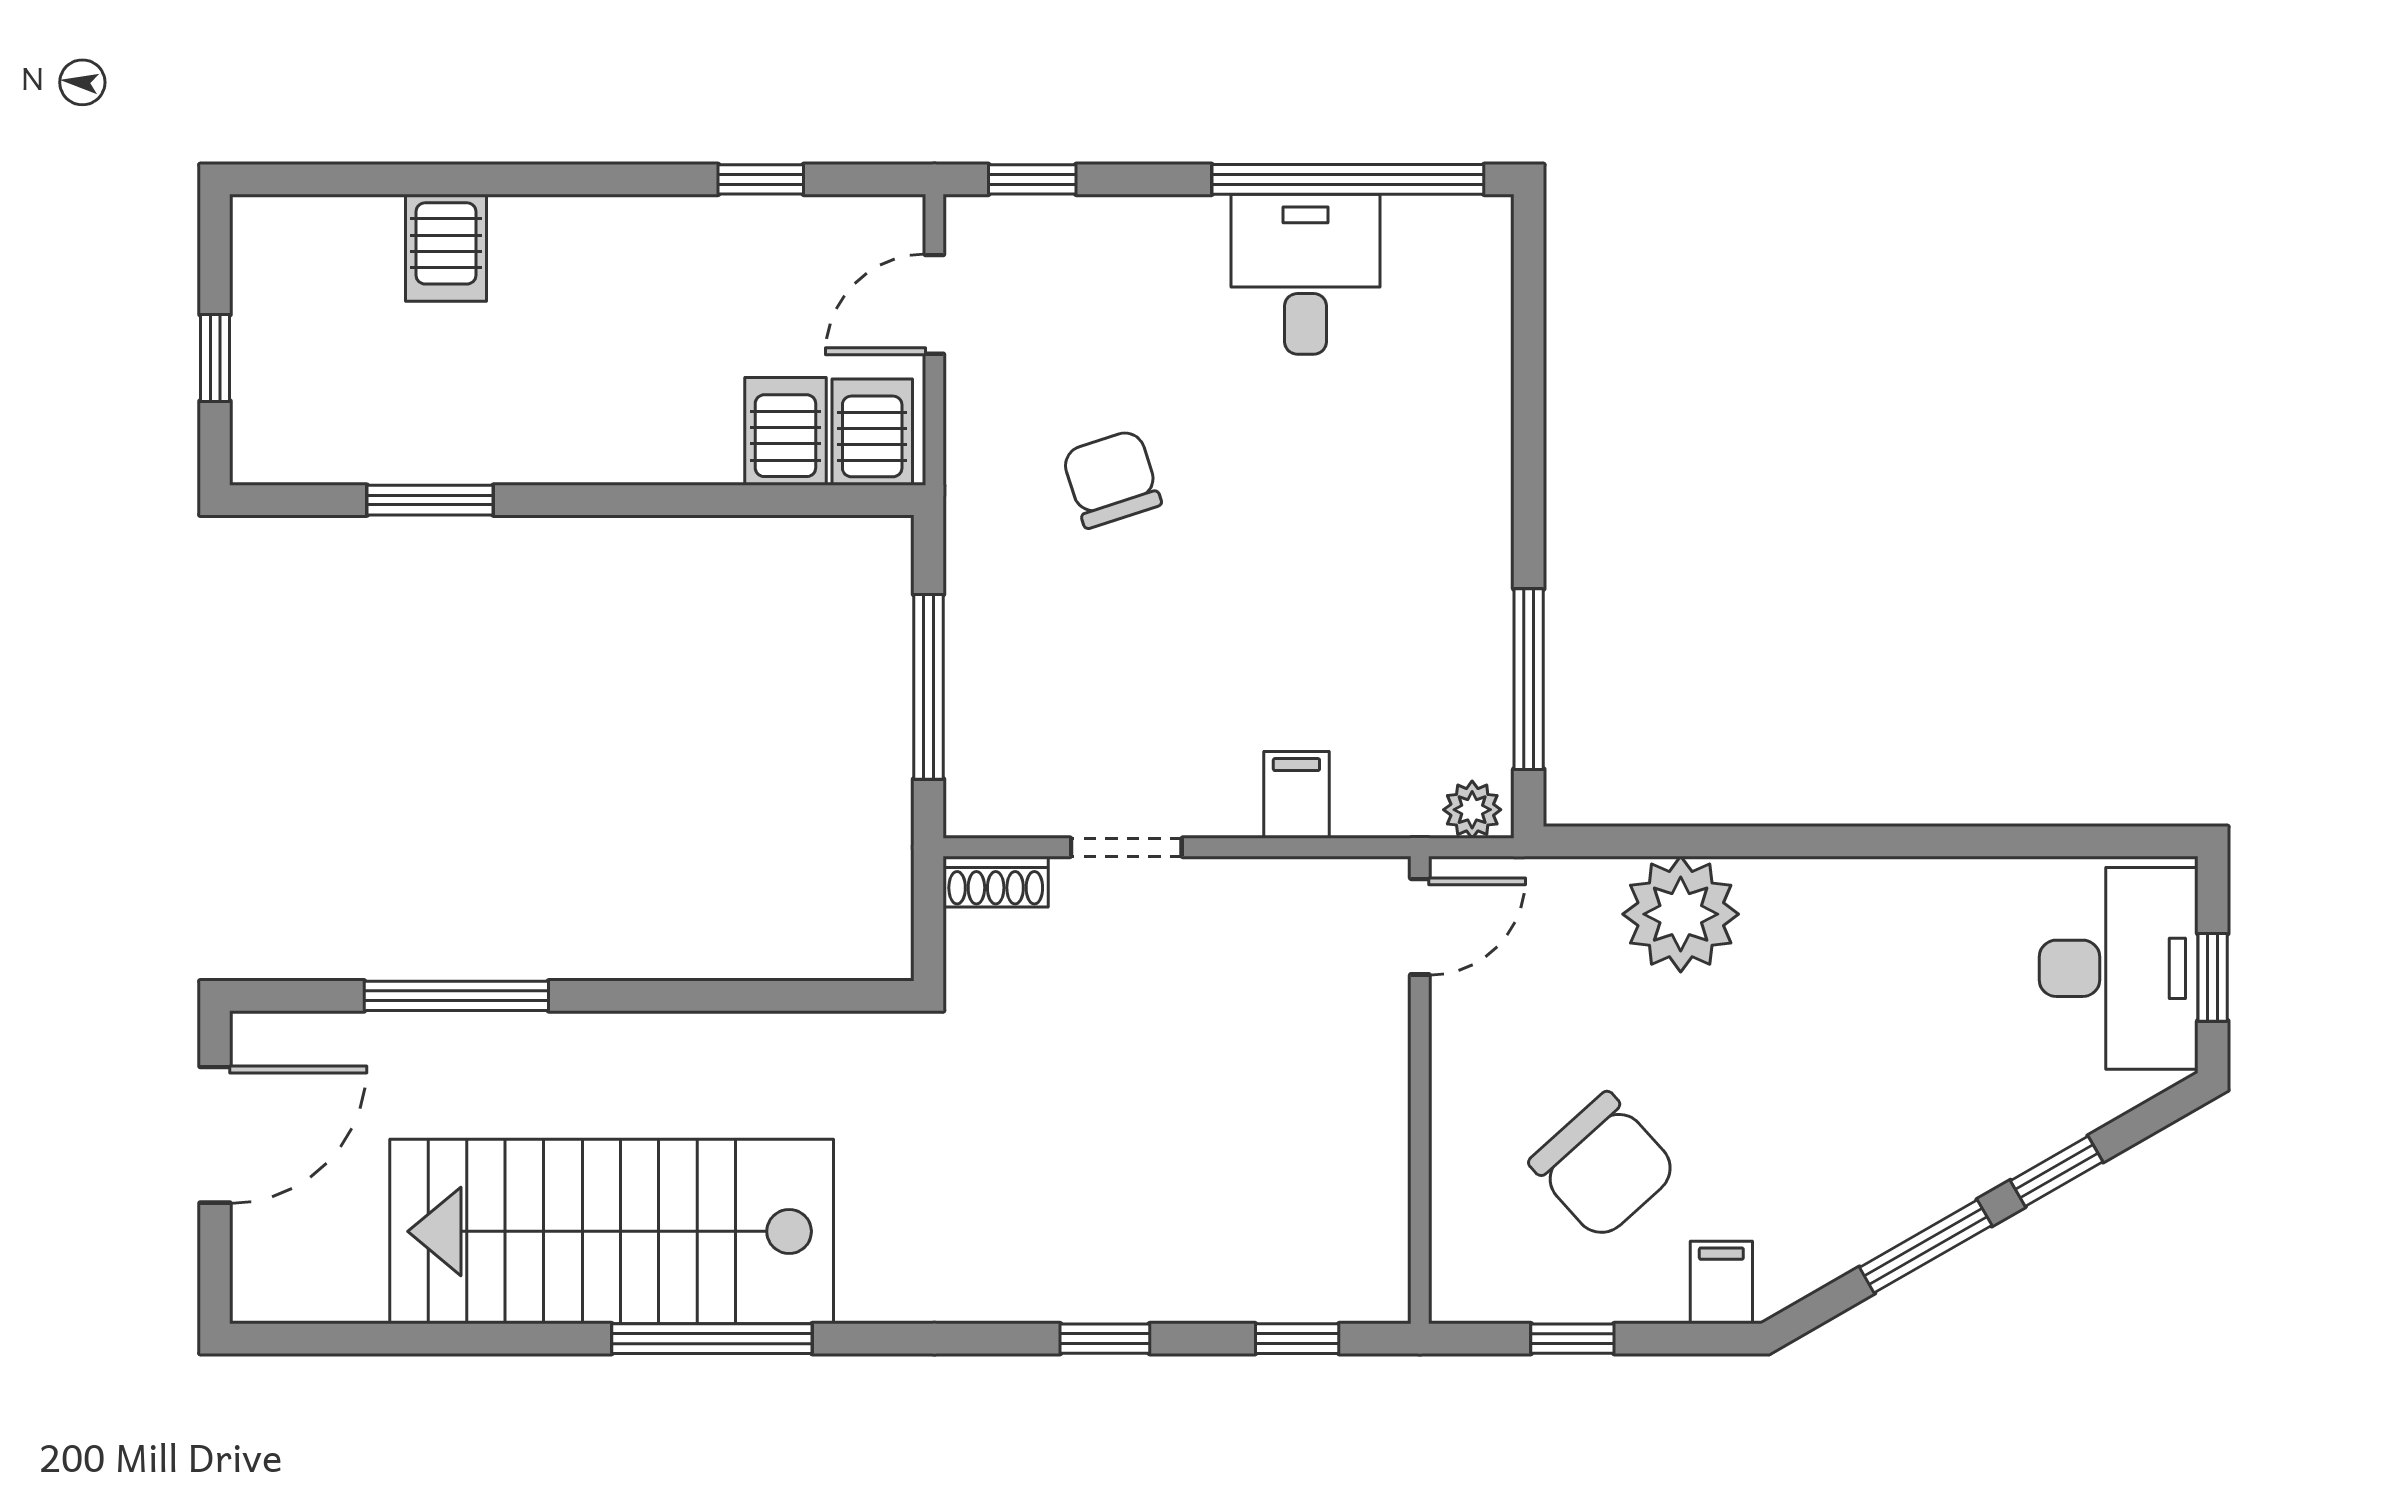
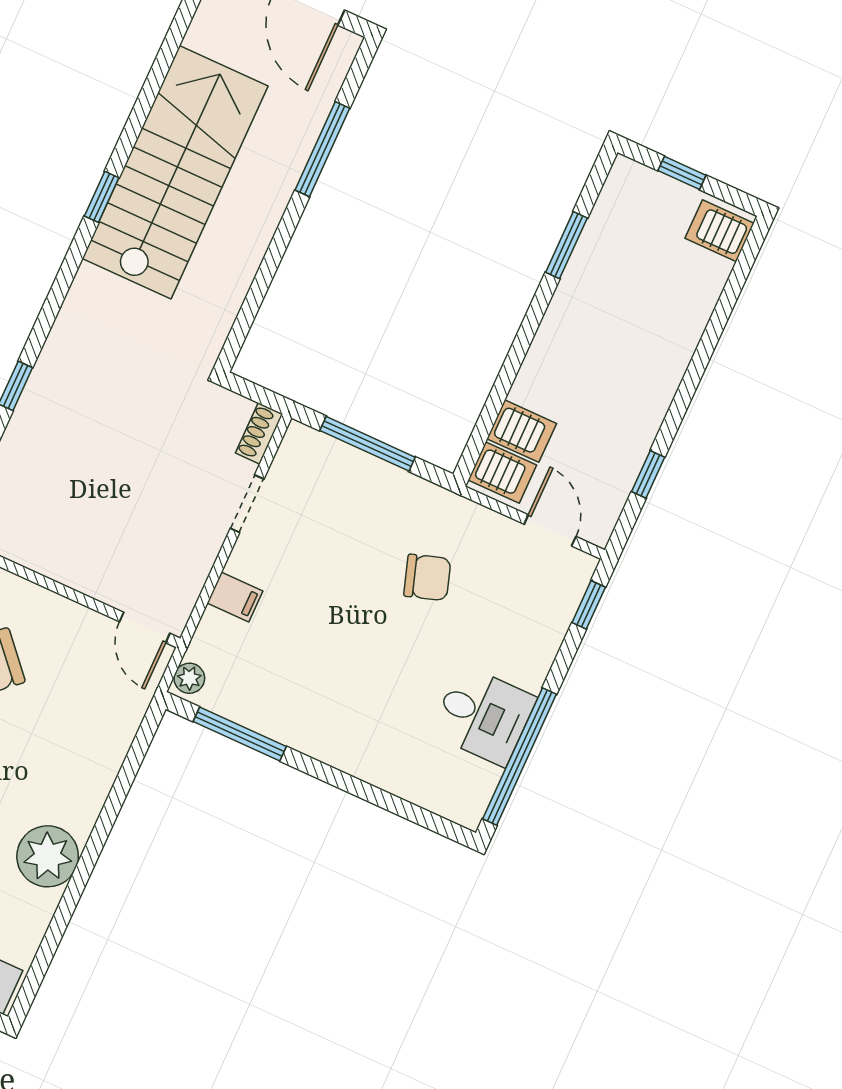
server rack: (446, 248) -> (720, 231), moved
plant: (1681, 914) -> (48, 856), moved
window: (712, 1339) -> (102, 197), width x0.46

